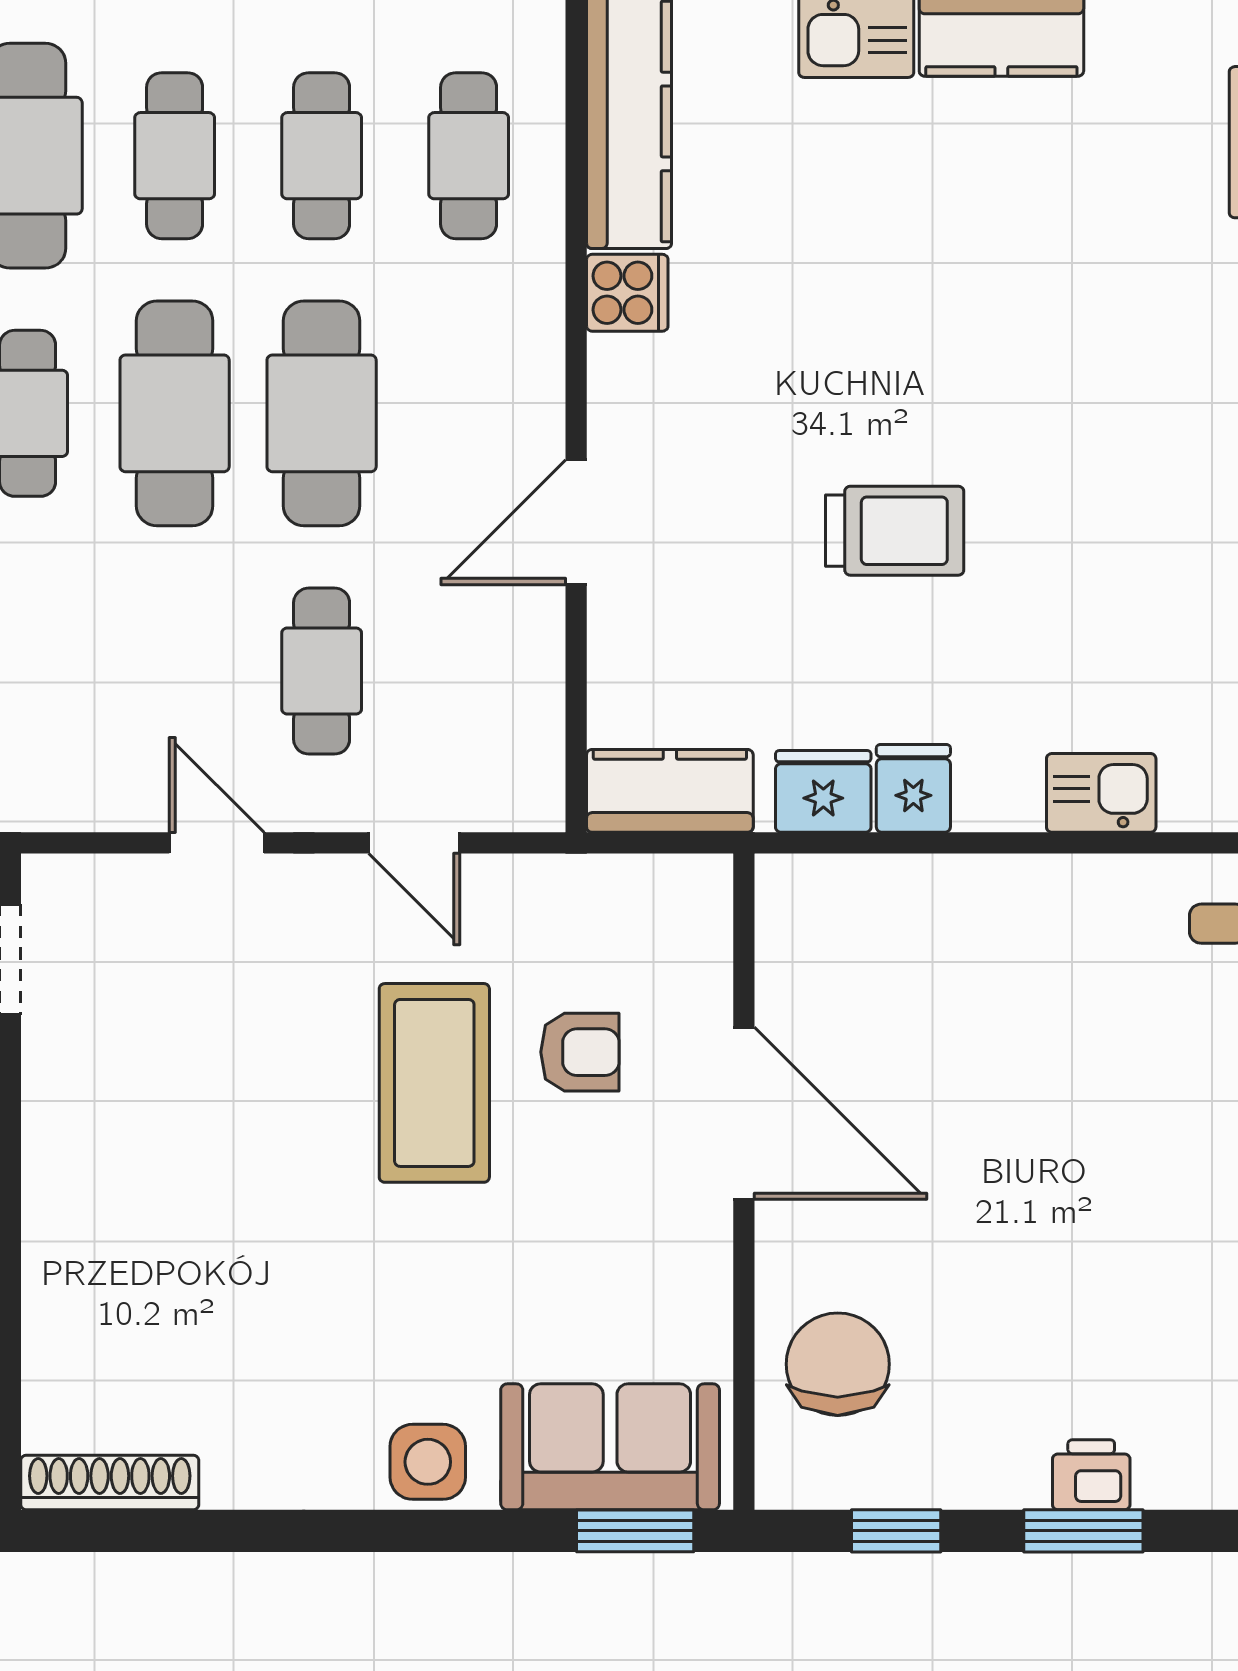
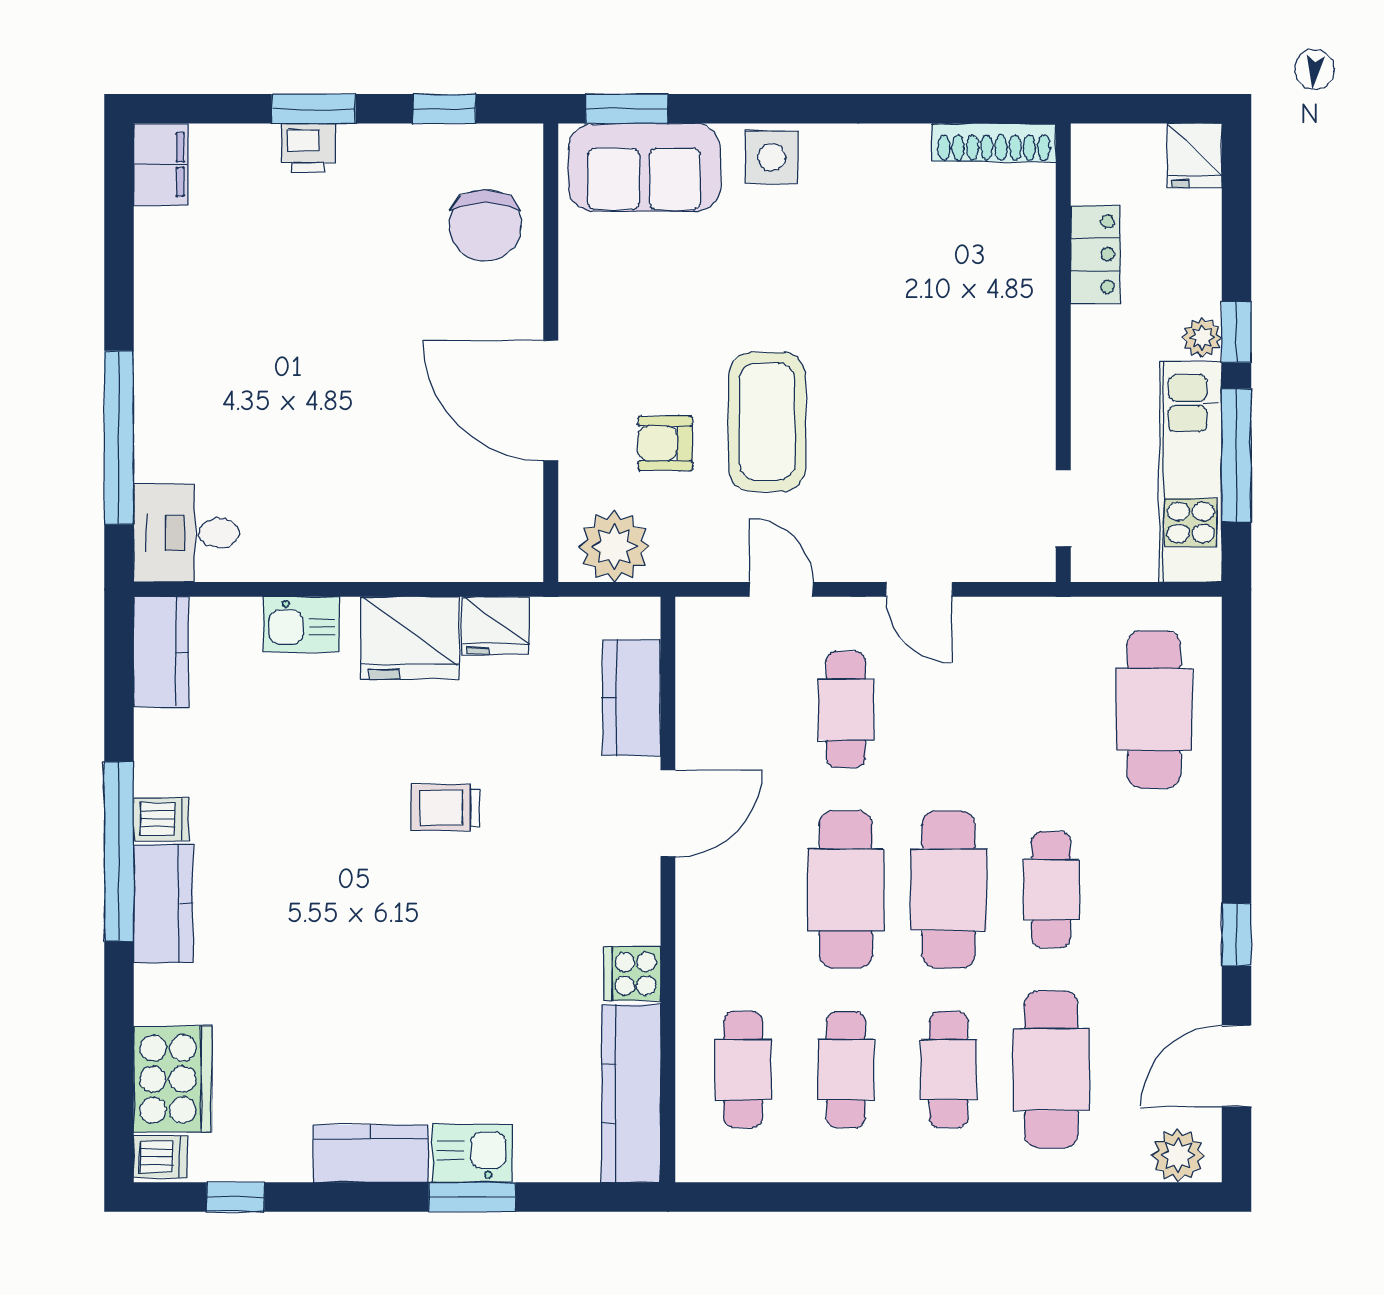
trolley: (895, 531) -> (445, 808), width x0.73, depth x0.72
fridge: (913, 788) -> (410, 638), width x1.88, depth x1.34
kitchen counter: (670, 791) -> (632, 698), moved, turned 90
plant: (653, 904) -> (614, 546), added

